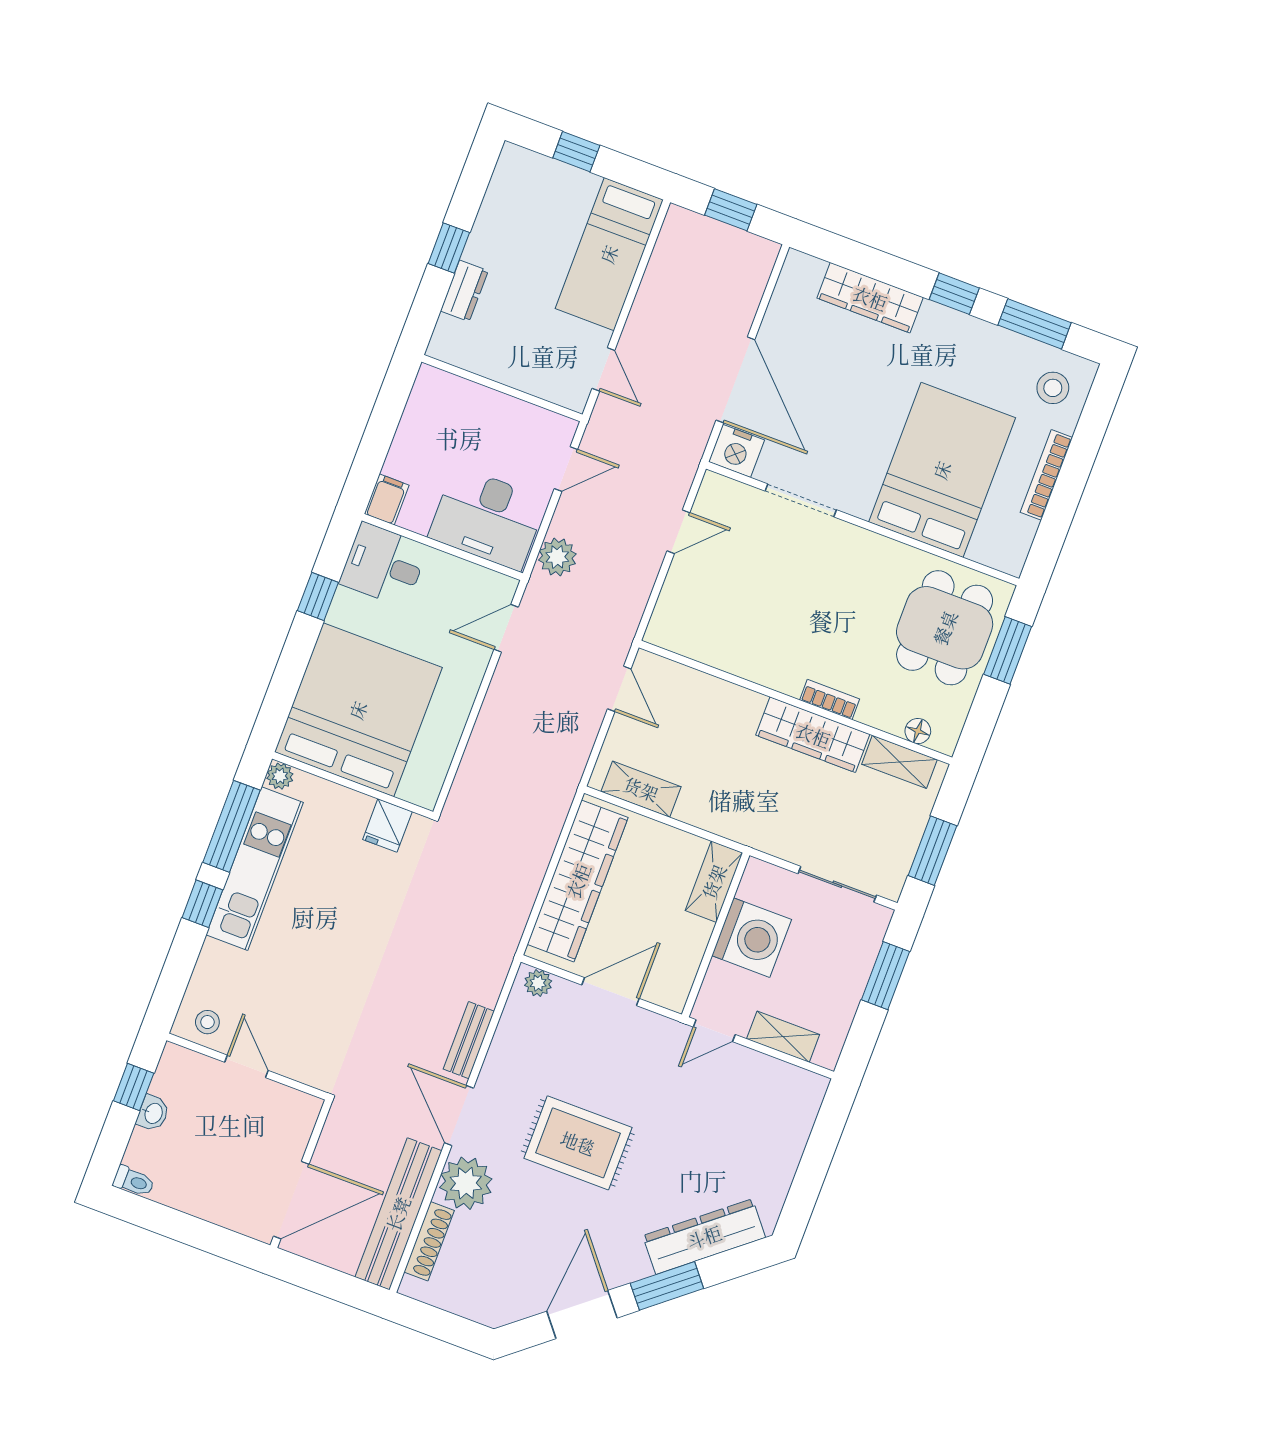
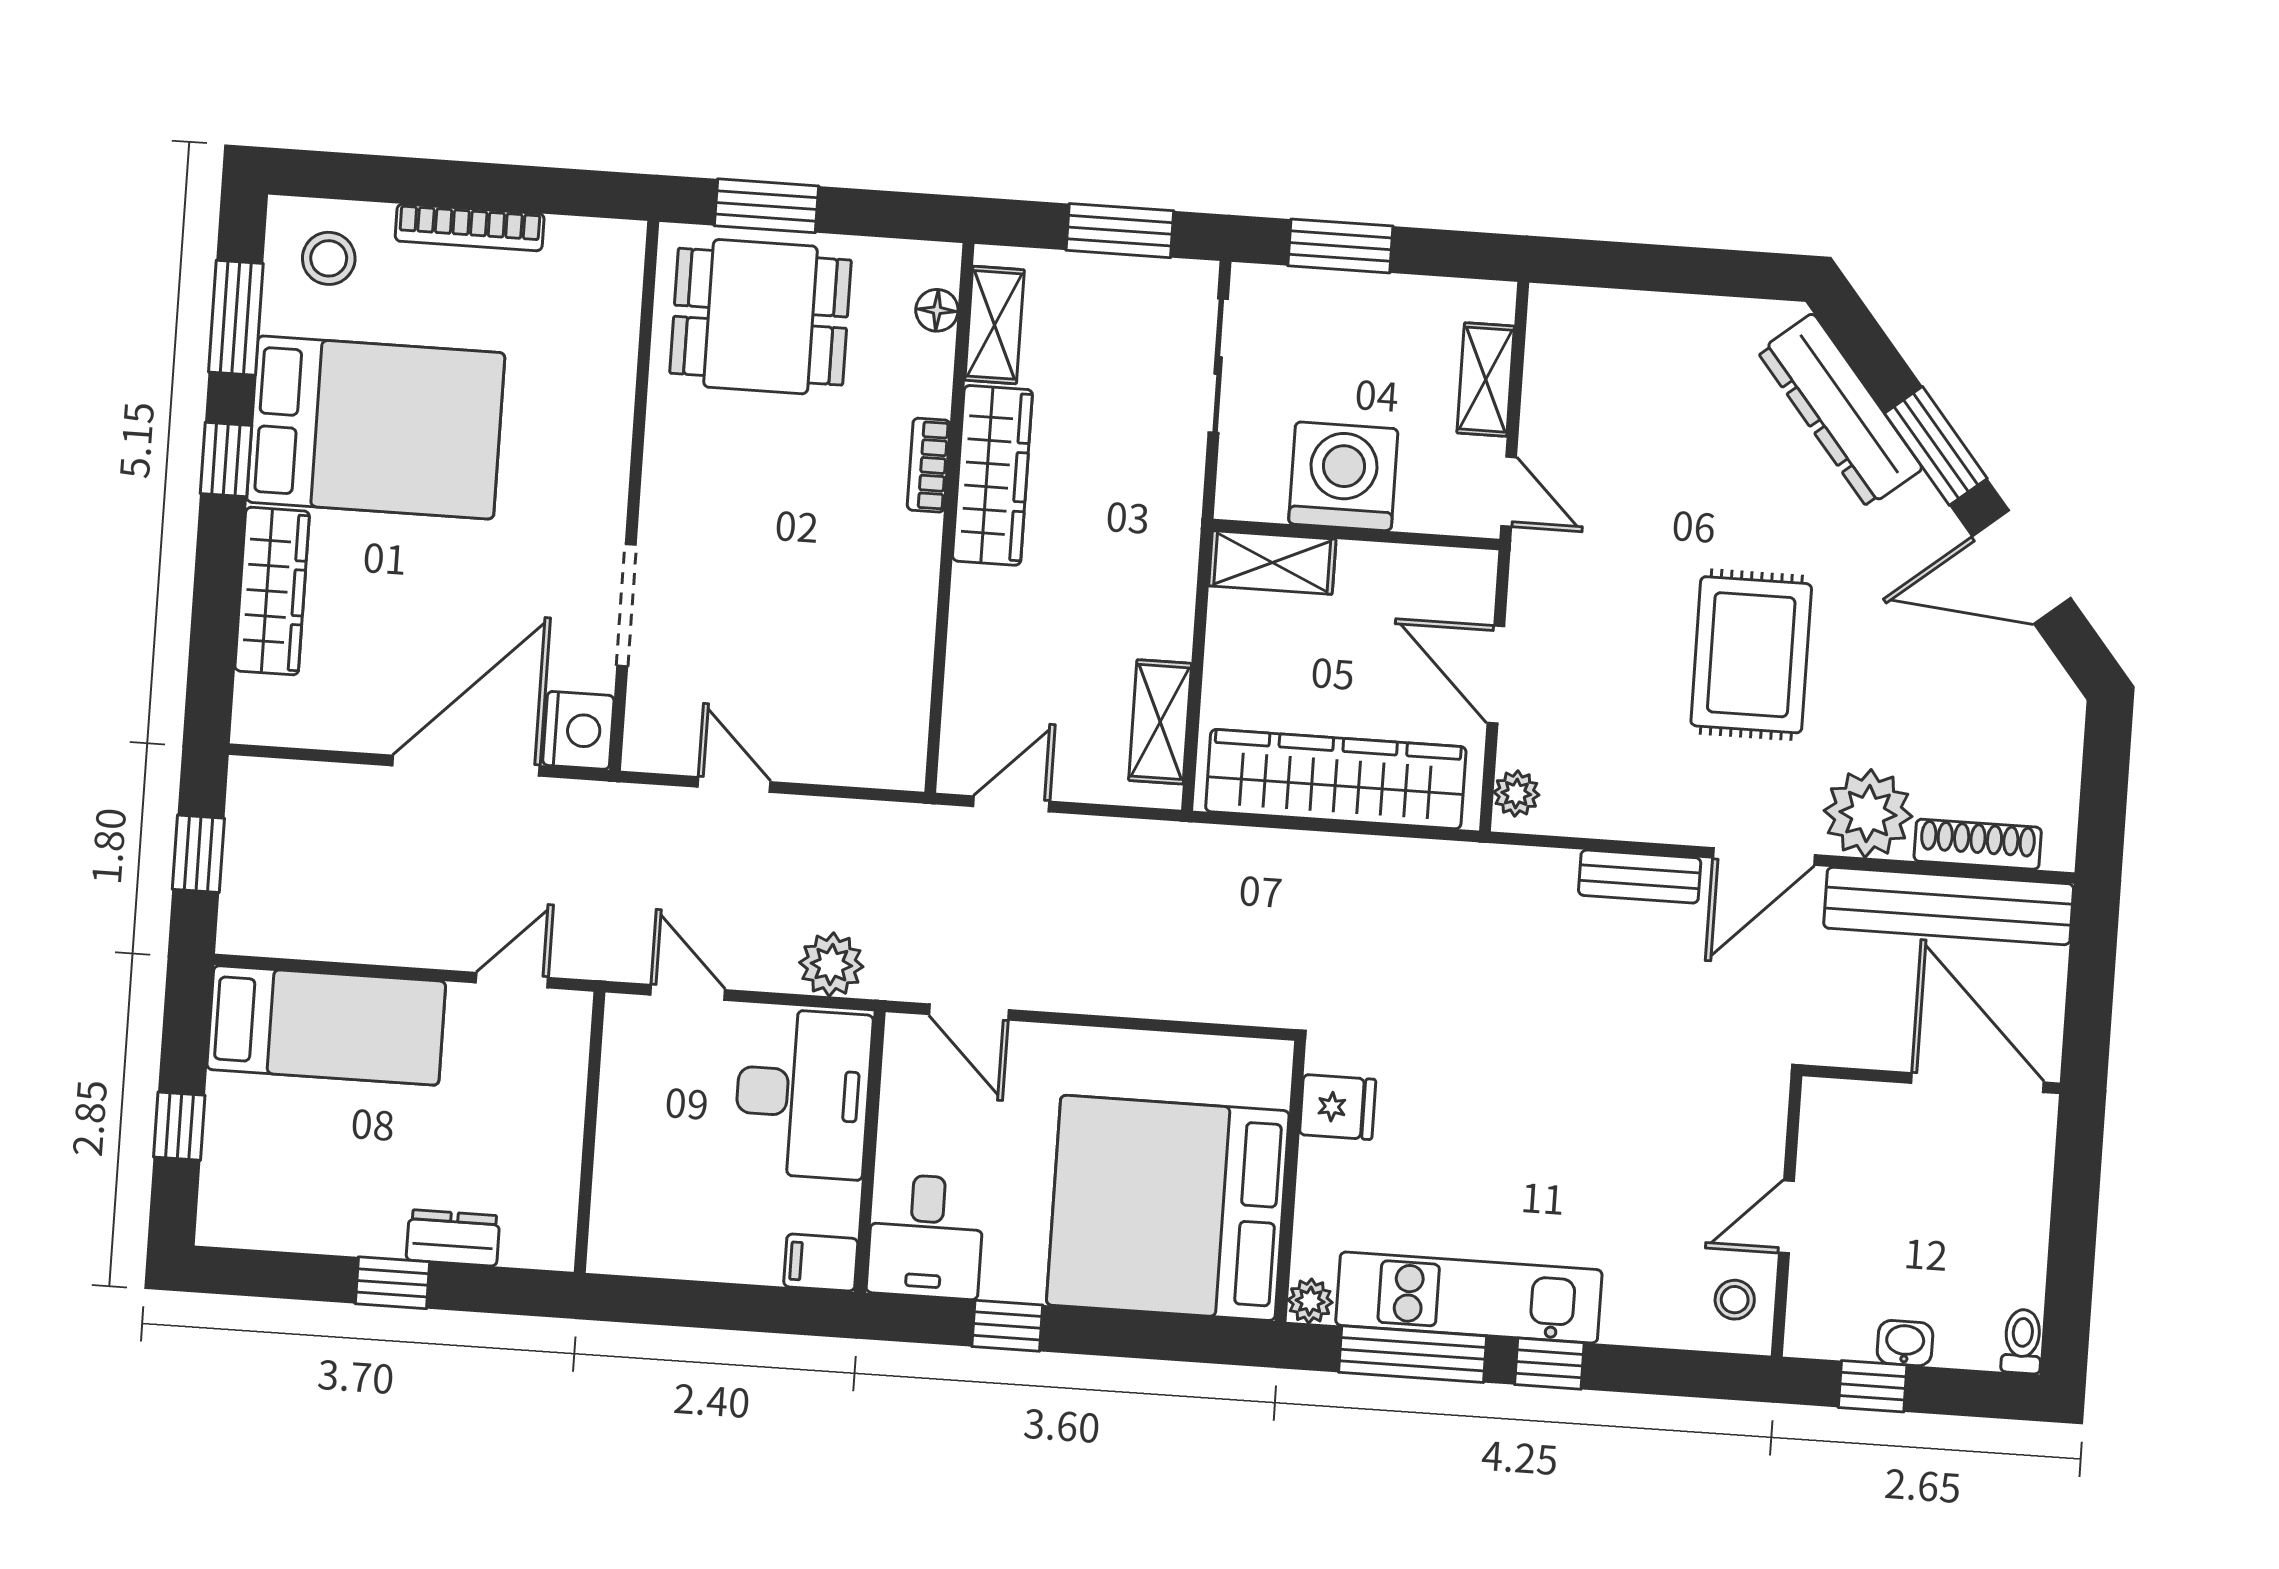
bed: (942, 470) -> (376, 427), moved, turned 180

